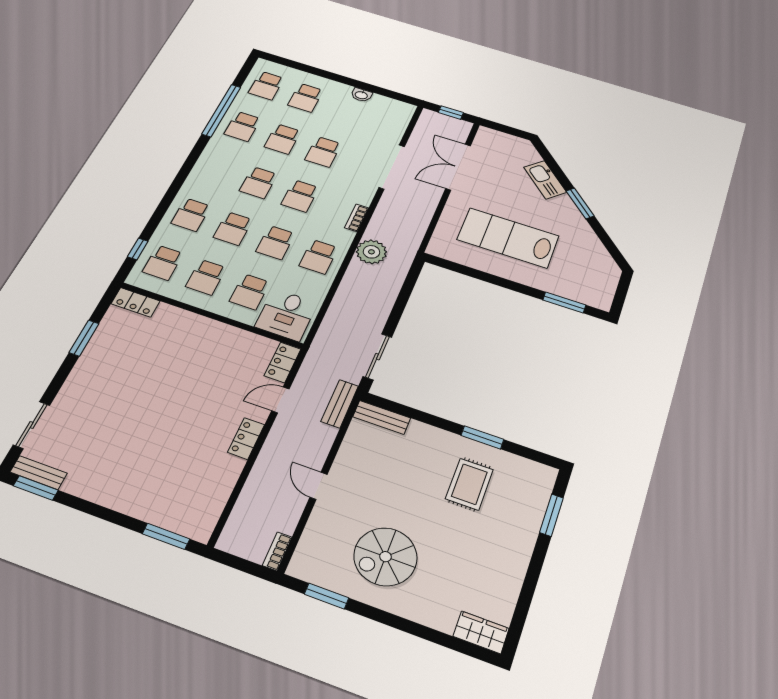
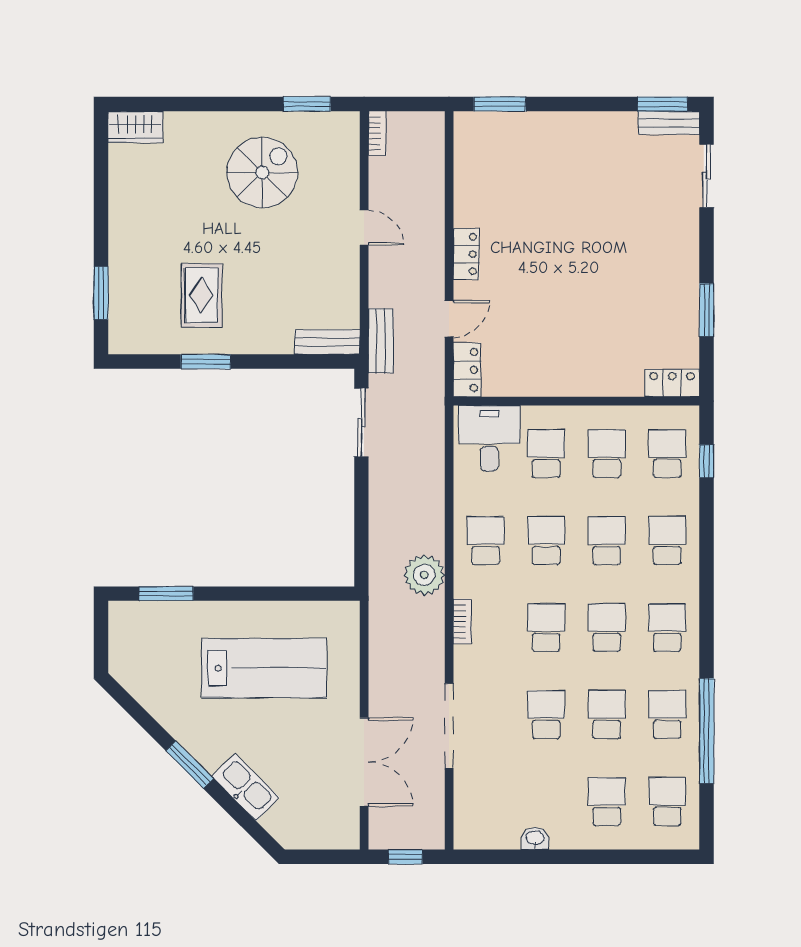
school desk: (217, 169) -> (667, 628), added

